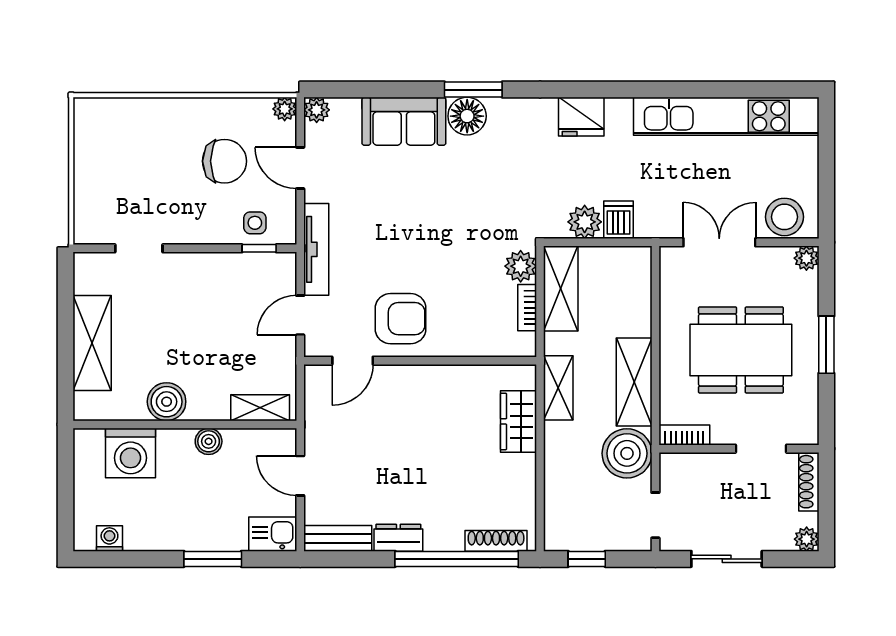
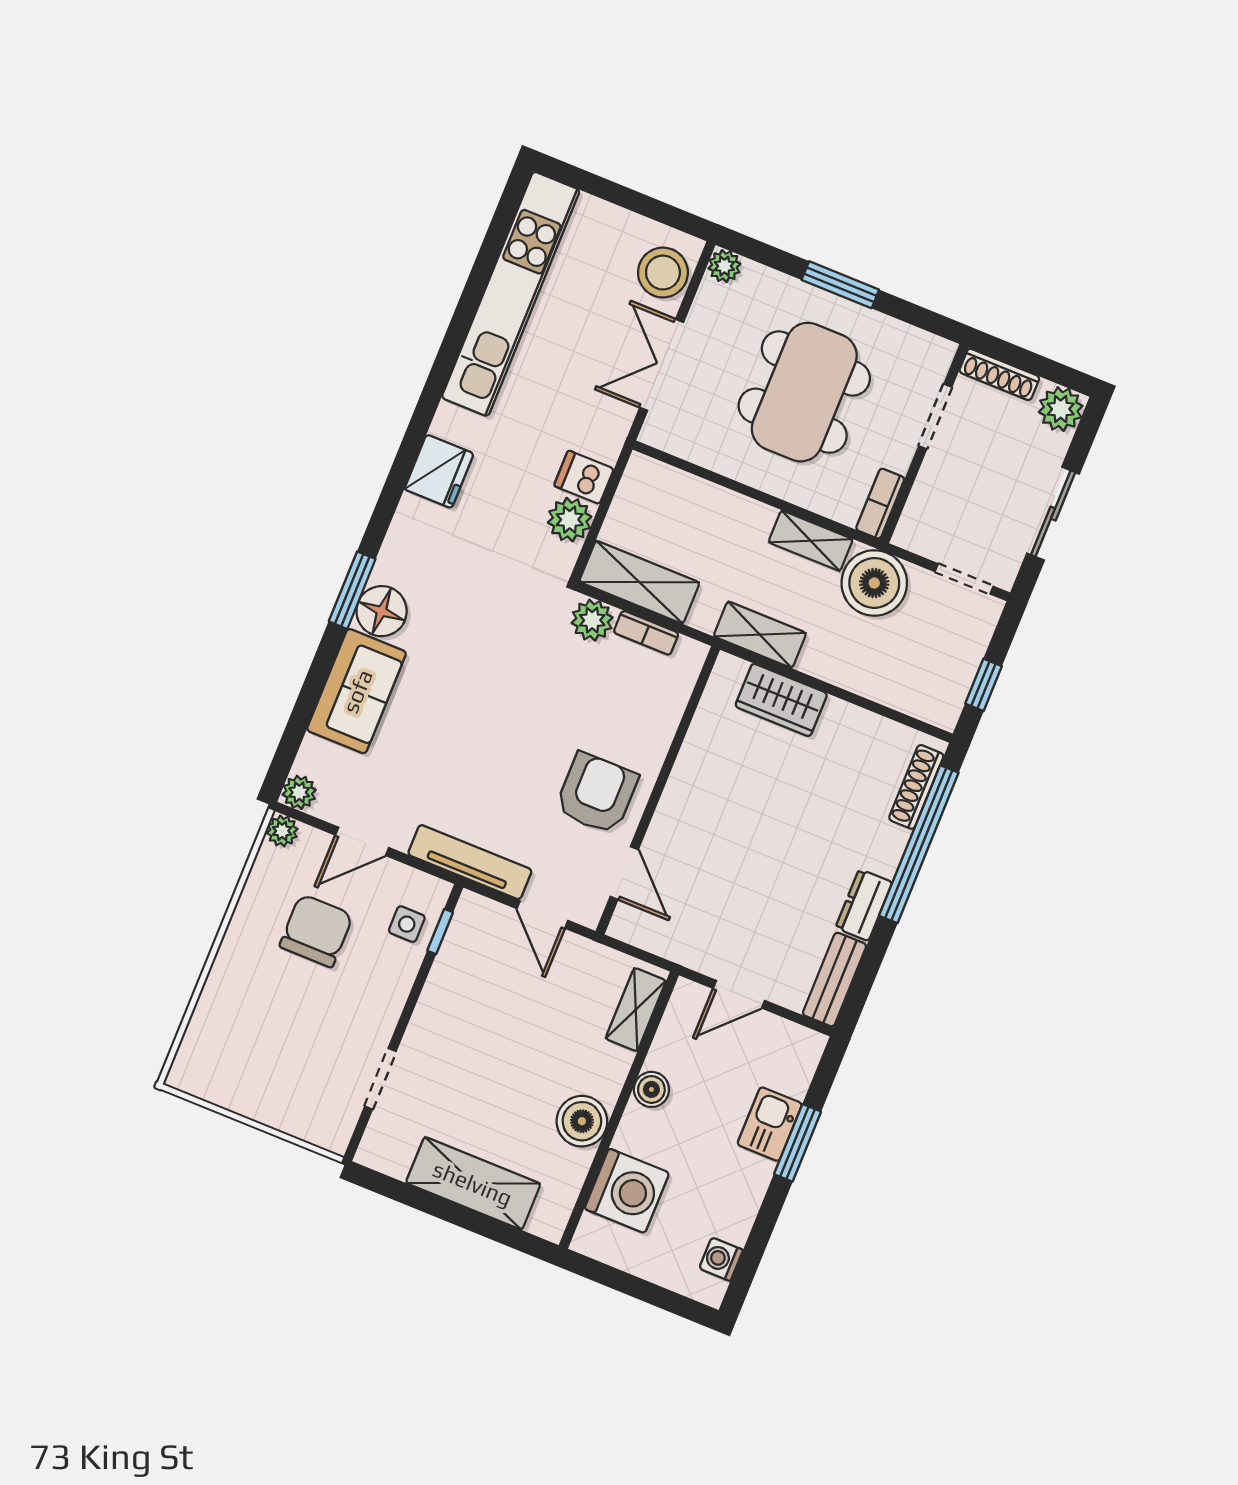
shelving: (634, 382) -> (811, 541), width x0.67, depth x0.75
kitchen sink: (273, 534) -> (770, 1124), moved
plant: (807, 539) -> (1061, 409), width x1.38, depth x1.38

